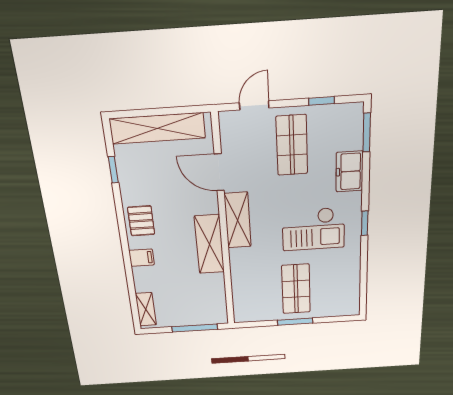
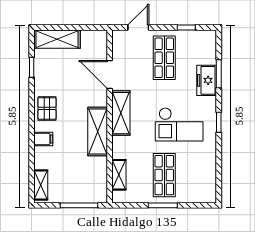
shelving: (157, 128) -> (57, 39), width x0.68
window: (367, 133) -> (219, 74), moved
shelving: (240, 292) -> (119, 175), added

